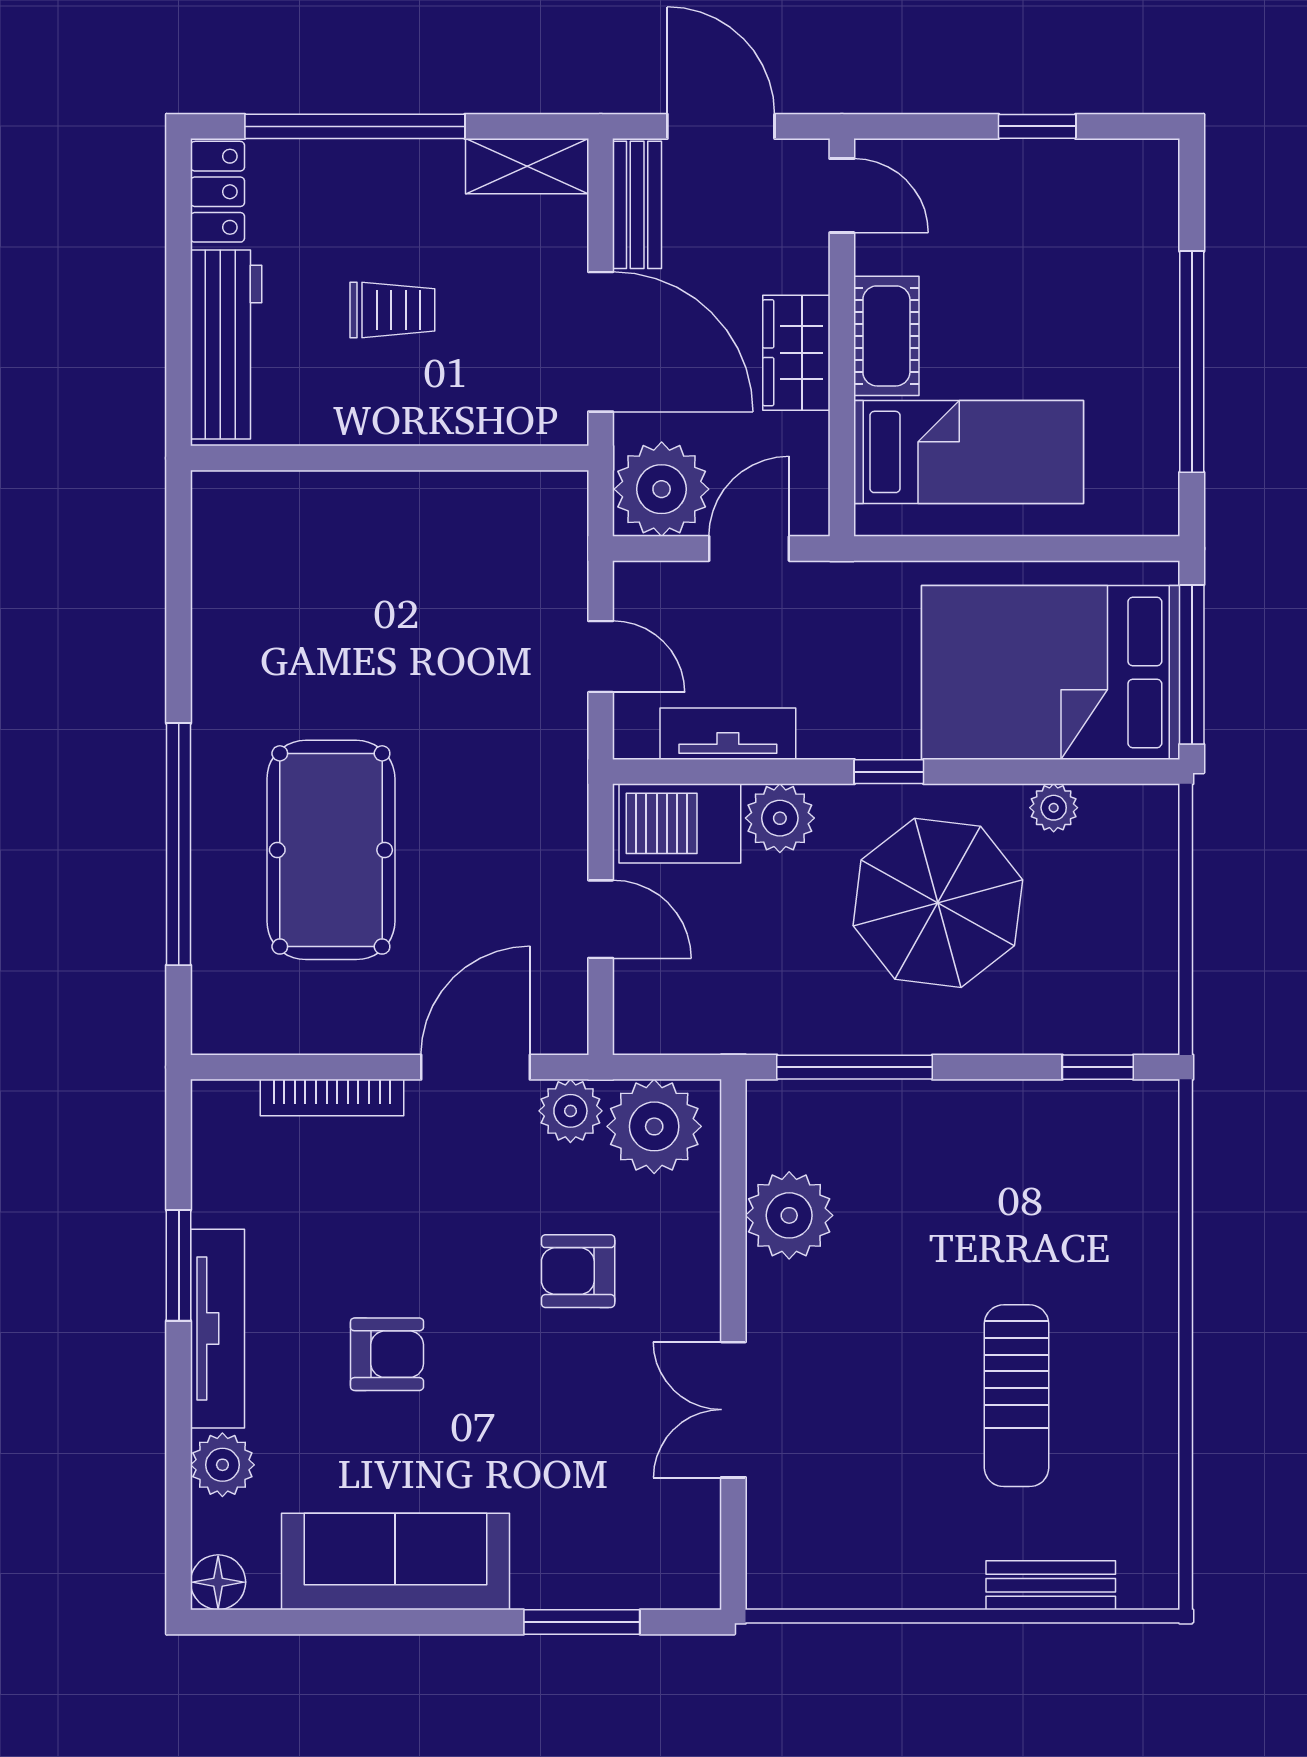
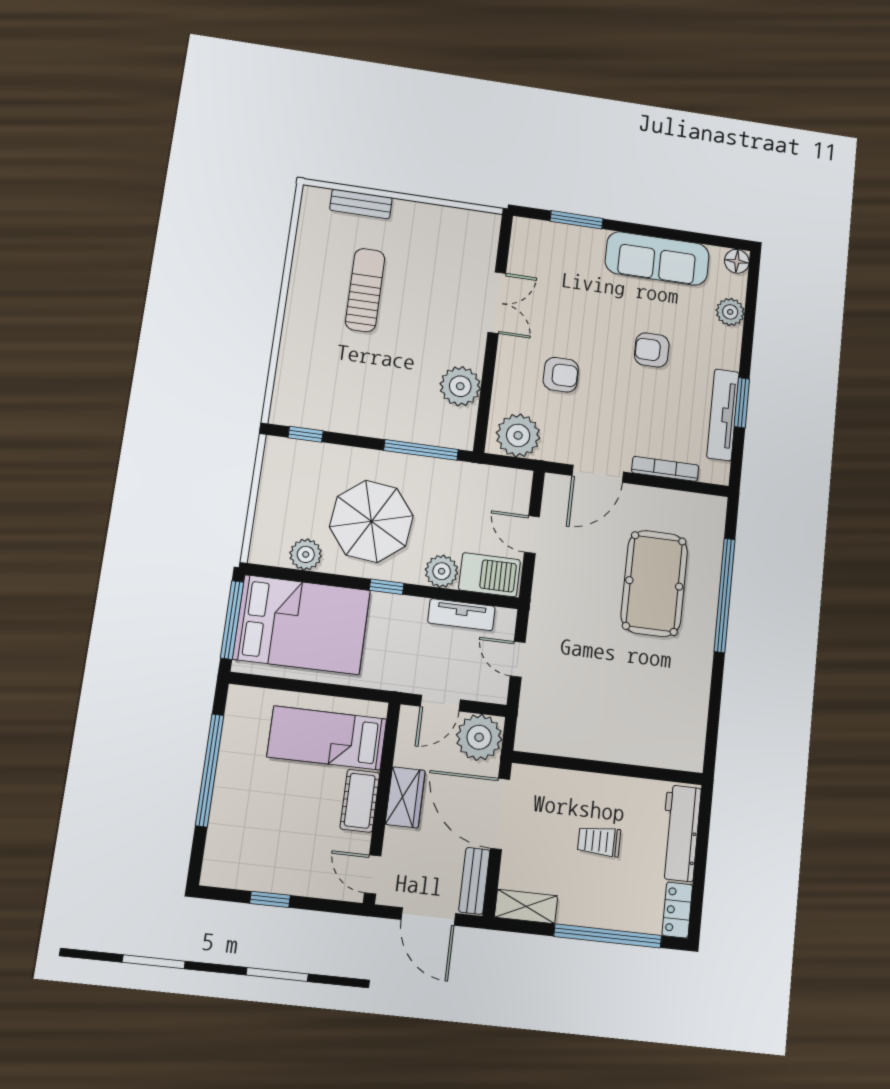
plant: (1054, 808) -> (306, 554), width x1.38, depth x1.38
plant: (570, 1111) -> (556, 448), removed
tv unit: (218, 1329) -> (723, 415), moved

